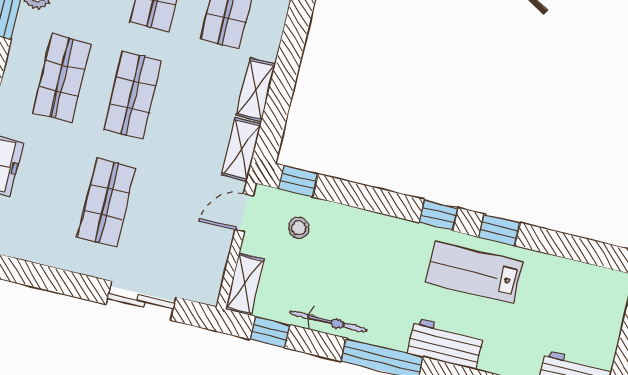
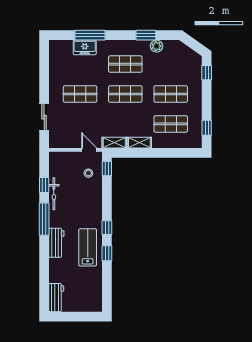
shelving: (245, 284) -> (61, 157), removed
window: (270, 332) -> (44, 185), moved

